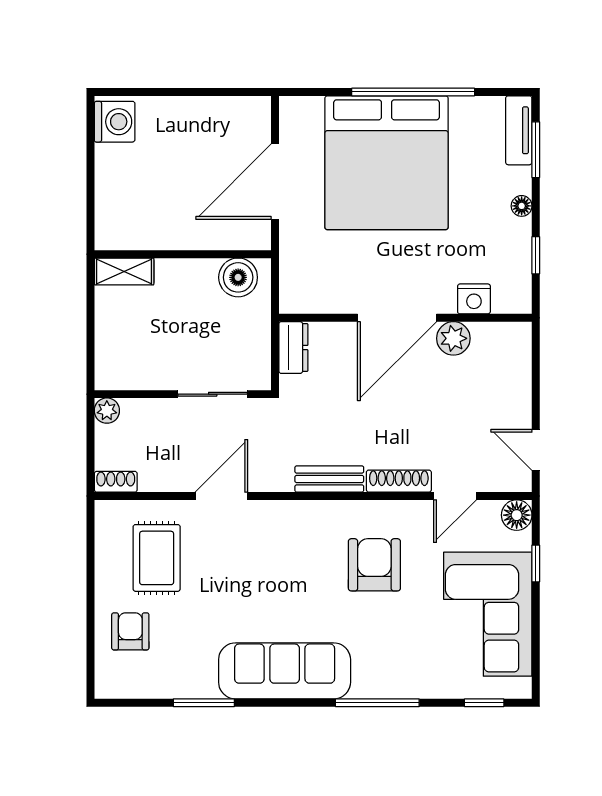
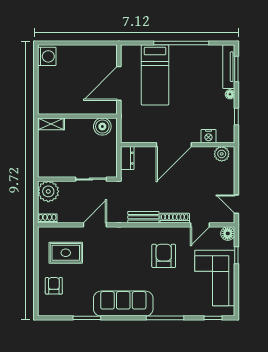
tv unit: (519, 130) -> (229, 67), width x1.41
bed: (387, 163) -> (155, 75), width x0.49
plant: (453, 338) -> (222, 154), moved
plant: (107, 411) -> (48, 191), width x1.87, depth x1.87
rug: (157, 558) -> (66, 253), turned 90

